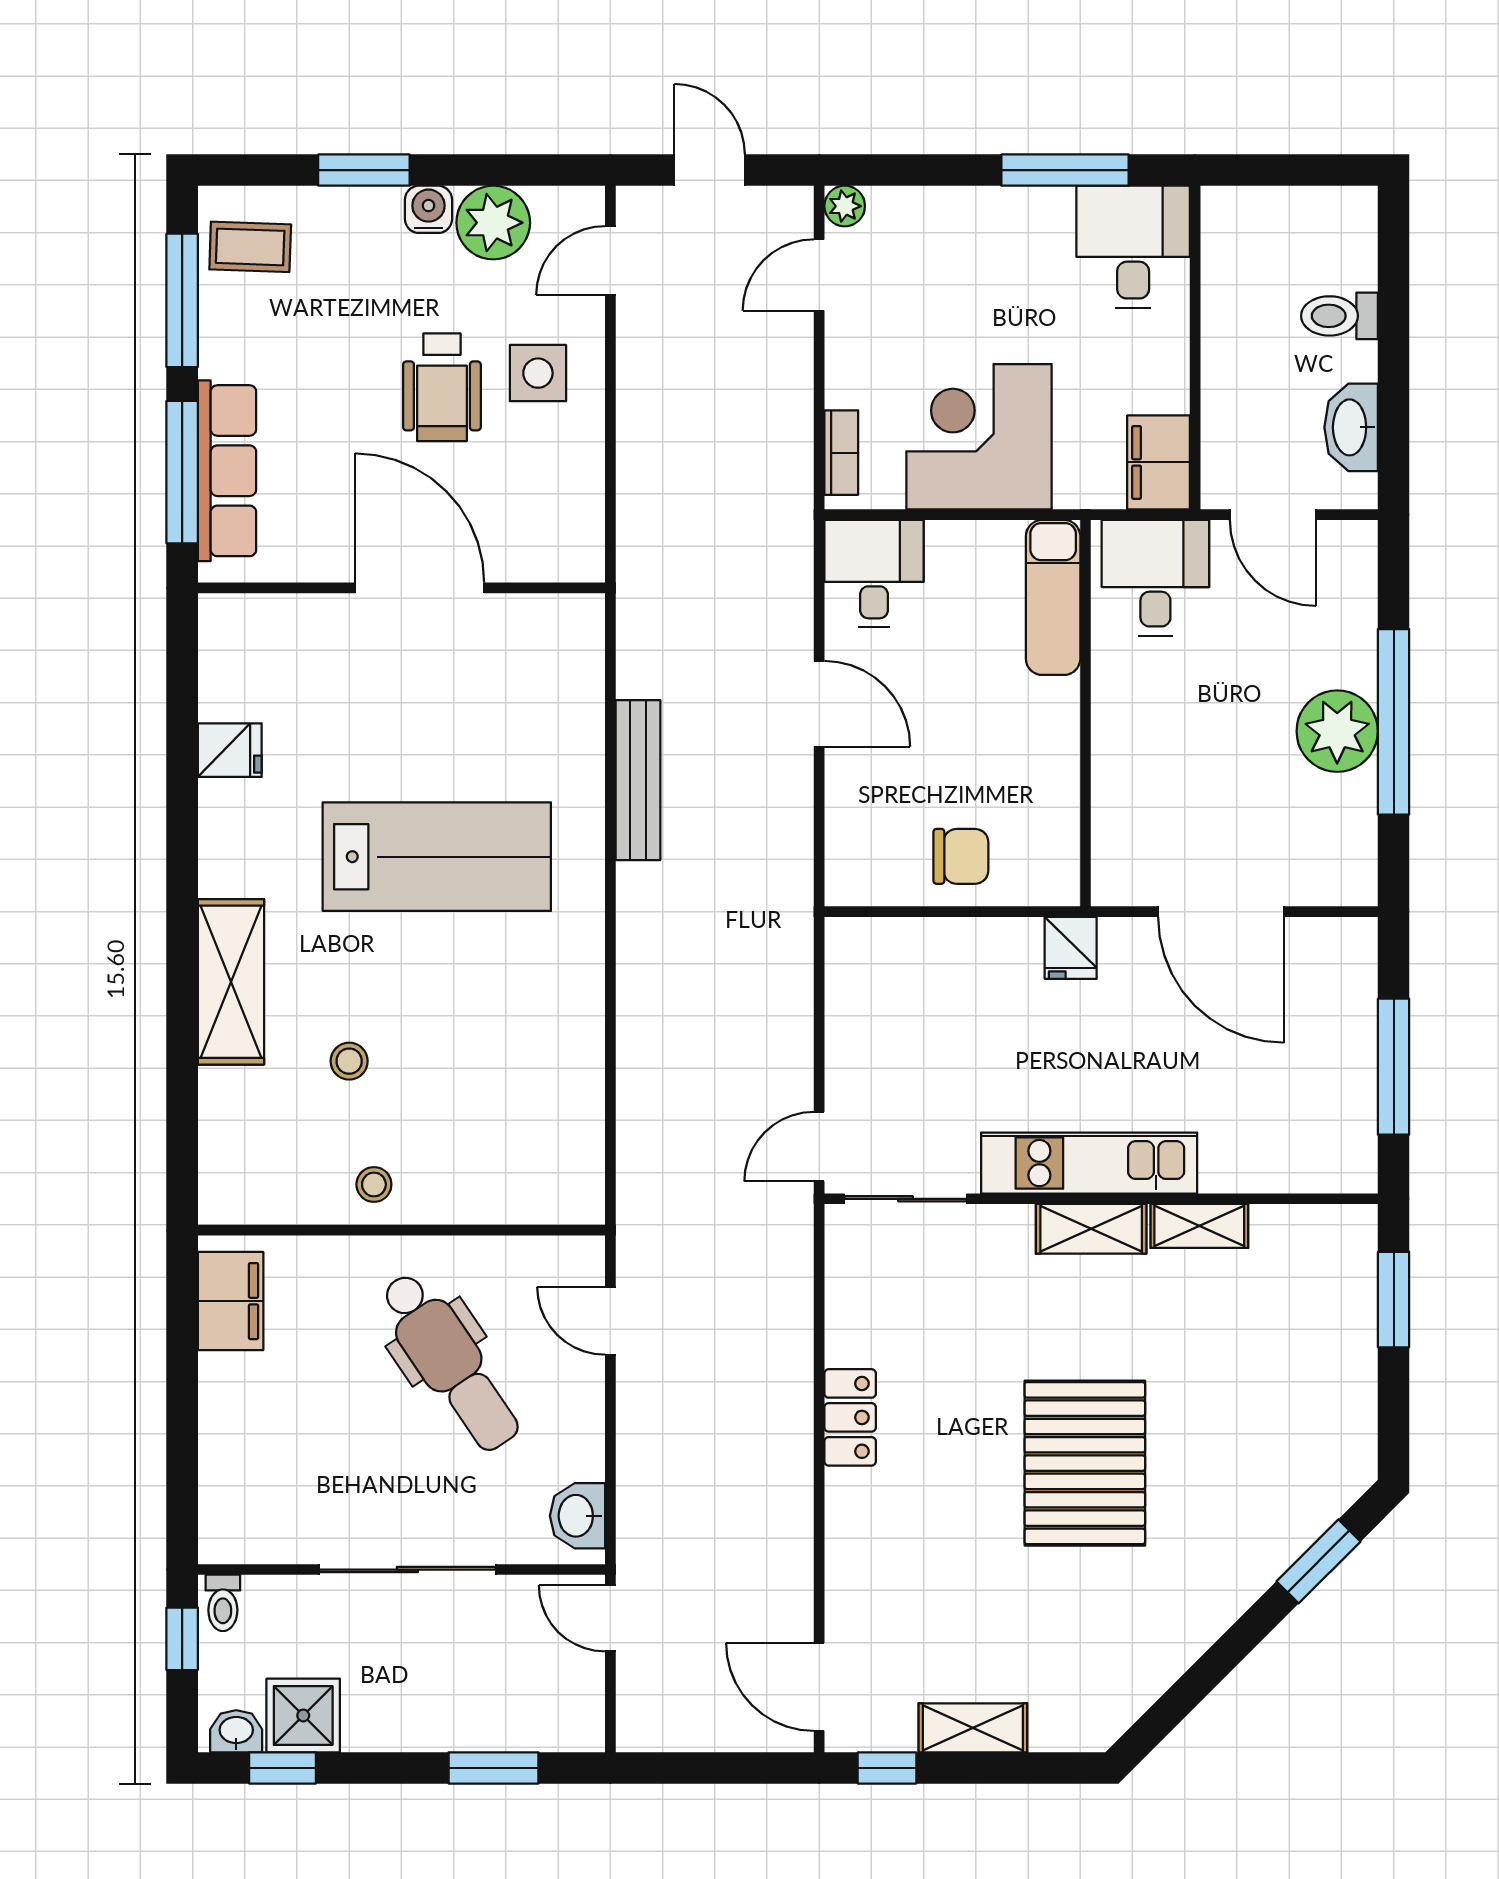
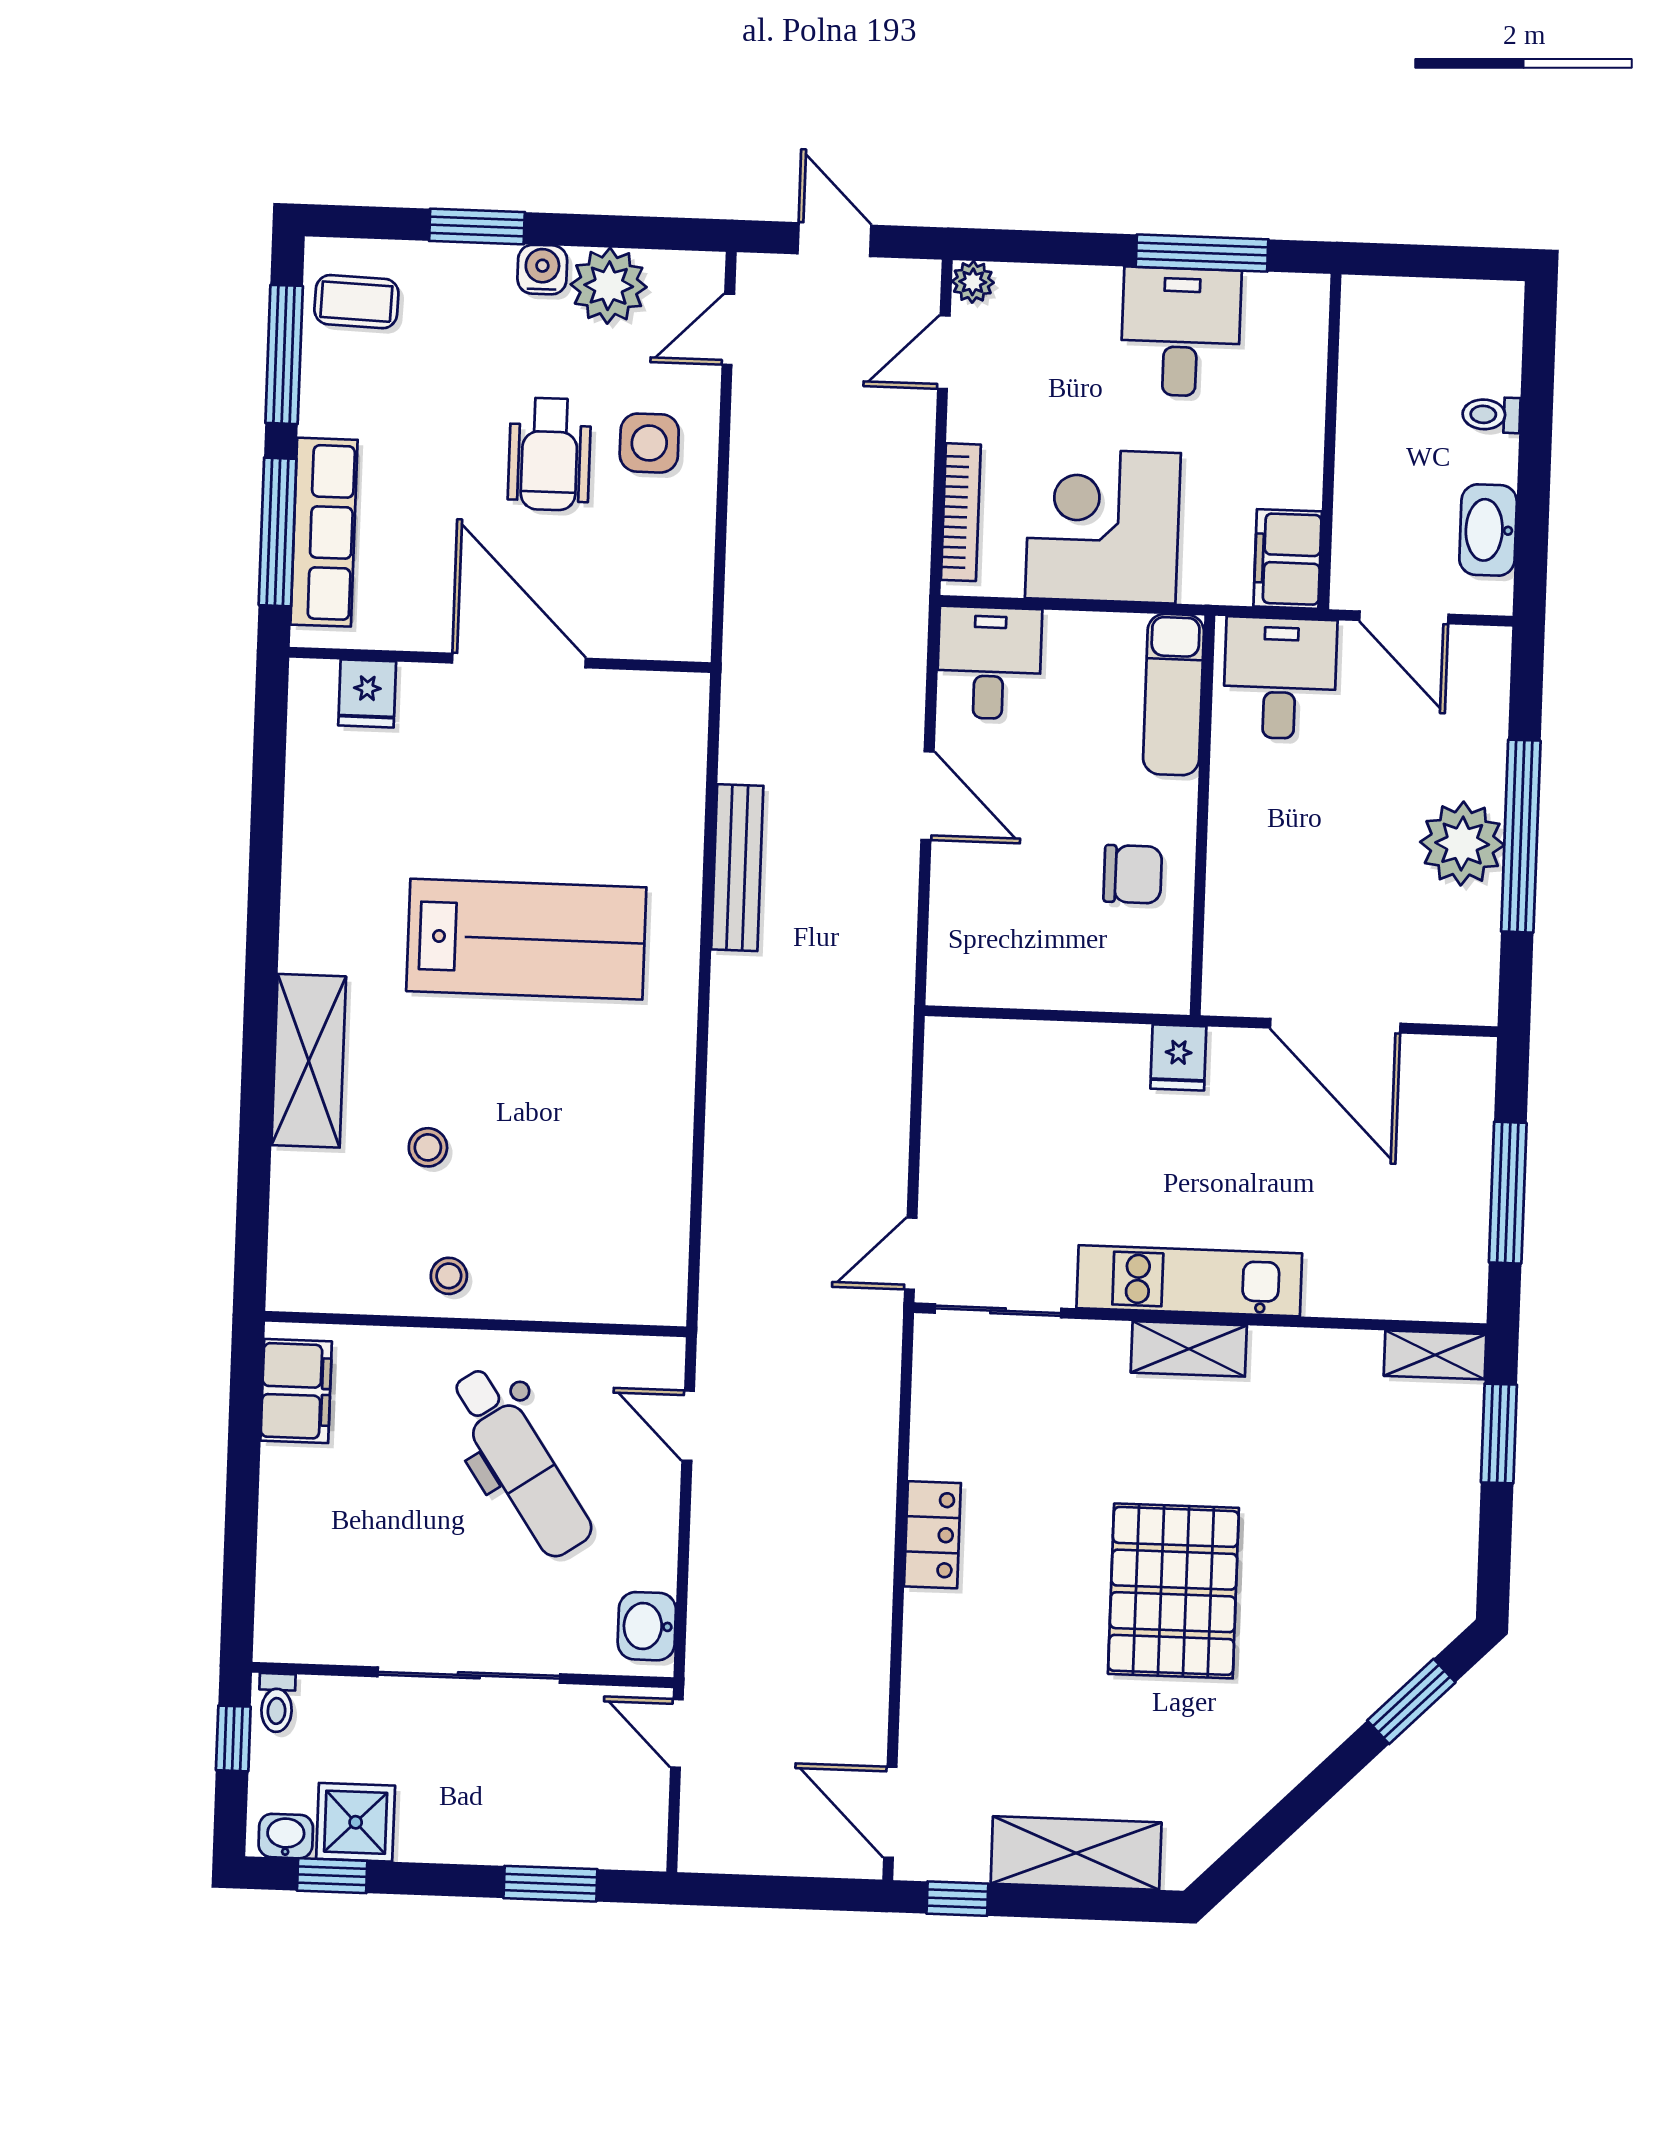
desk: (1133, 247) -> (1181, 332), moved
toilet: (1339, 316) -> (1491, 415), width x0.73, depth x0.72
bookcase: (841, 453) -> (961, 512), width x1.56
fridge: (230, 750) -> (367, 693), moved, turned 90
chair: (961, 856) -> (1133, 874), moved
shelving: (1199, 1226) -> (1435, 1355), moved
shelving: (973, 1728) -> (1076, 1853), width x1.50, depth x1.33

